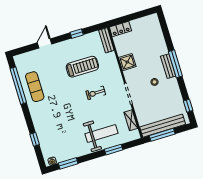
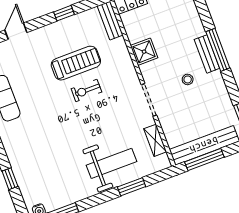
exercise bike: (96, 93) -> (86, 90), moved

